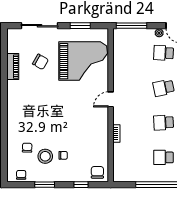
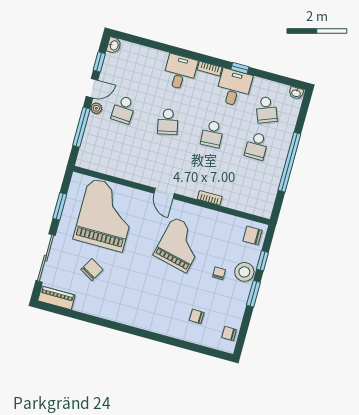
window: (131, 26) -> (81, 127), moved
piano: (13, 67) -> (56, 298), moved
grand piano: (76, 121) -> (180, 245), added
stool: (45, 156) -> (244, 272), moved
window: (45, 185) -> (253, 294), moved

